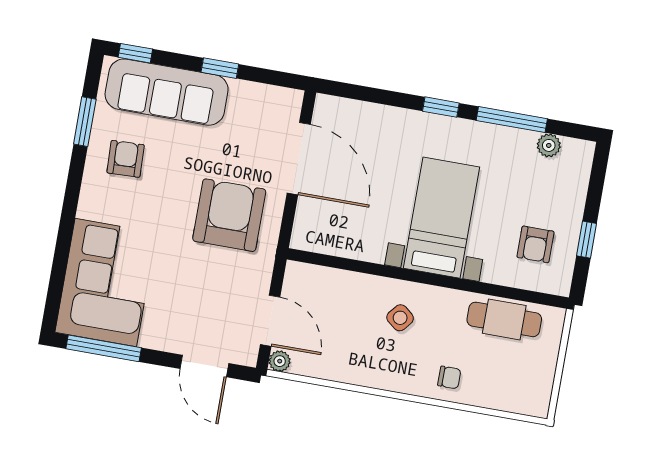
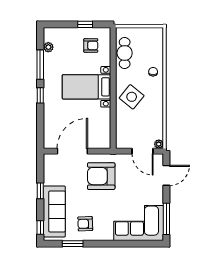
side table: (400, 318) -> (132, 97), width x1.87, depth x1.87
door: (270, 321) -> (142, 151), swing flipped

